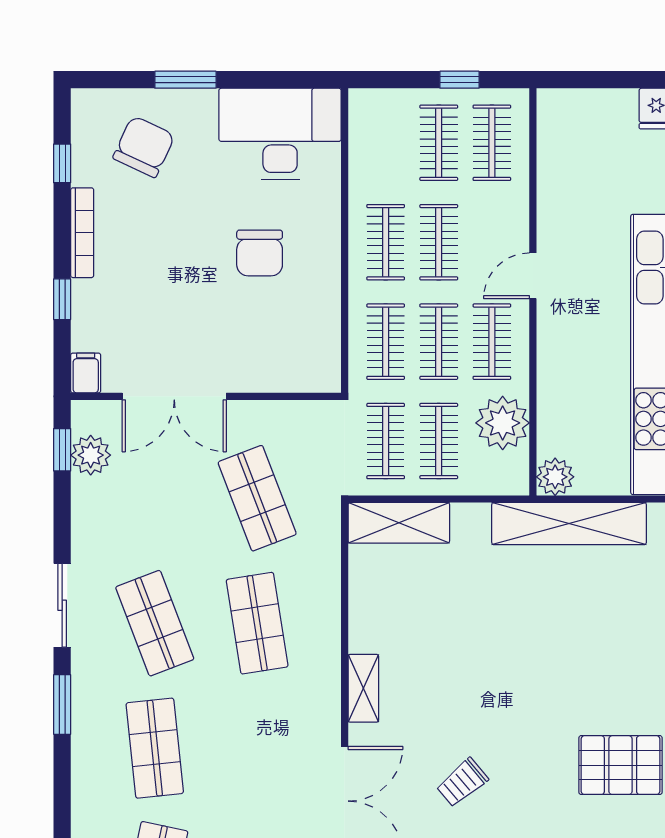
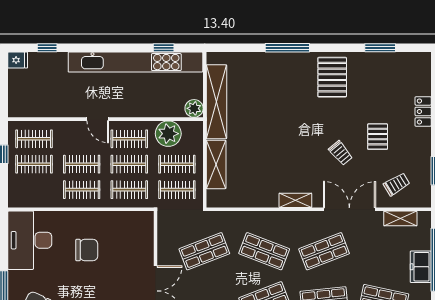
shelving: (399, 523) -> (216, 164), moved
shop shelf: (257, 623) -> (264, 251), turned 30
shop shelf: (257, 748) -> (324, 251), added

